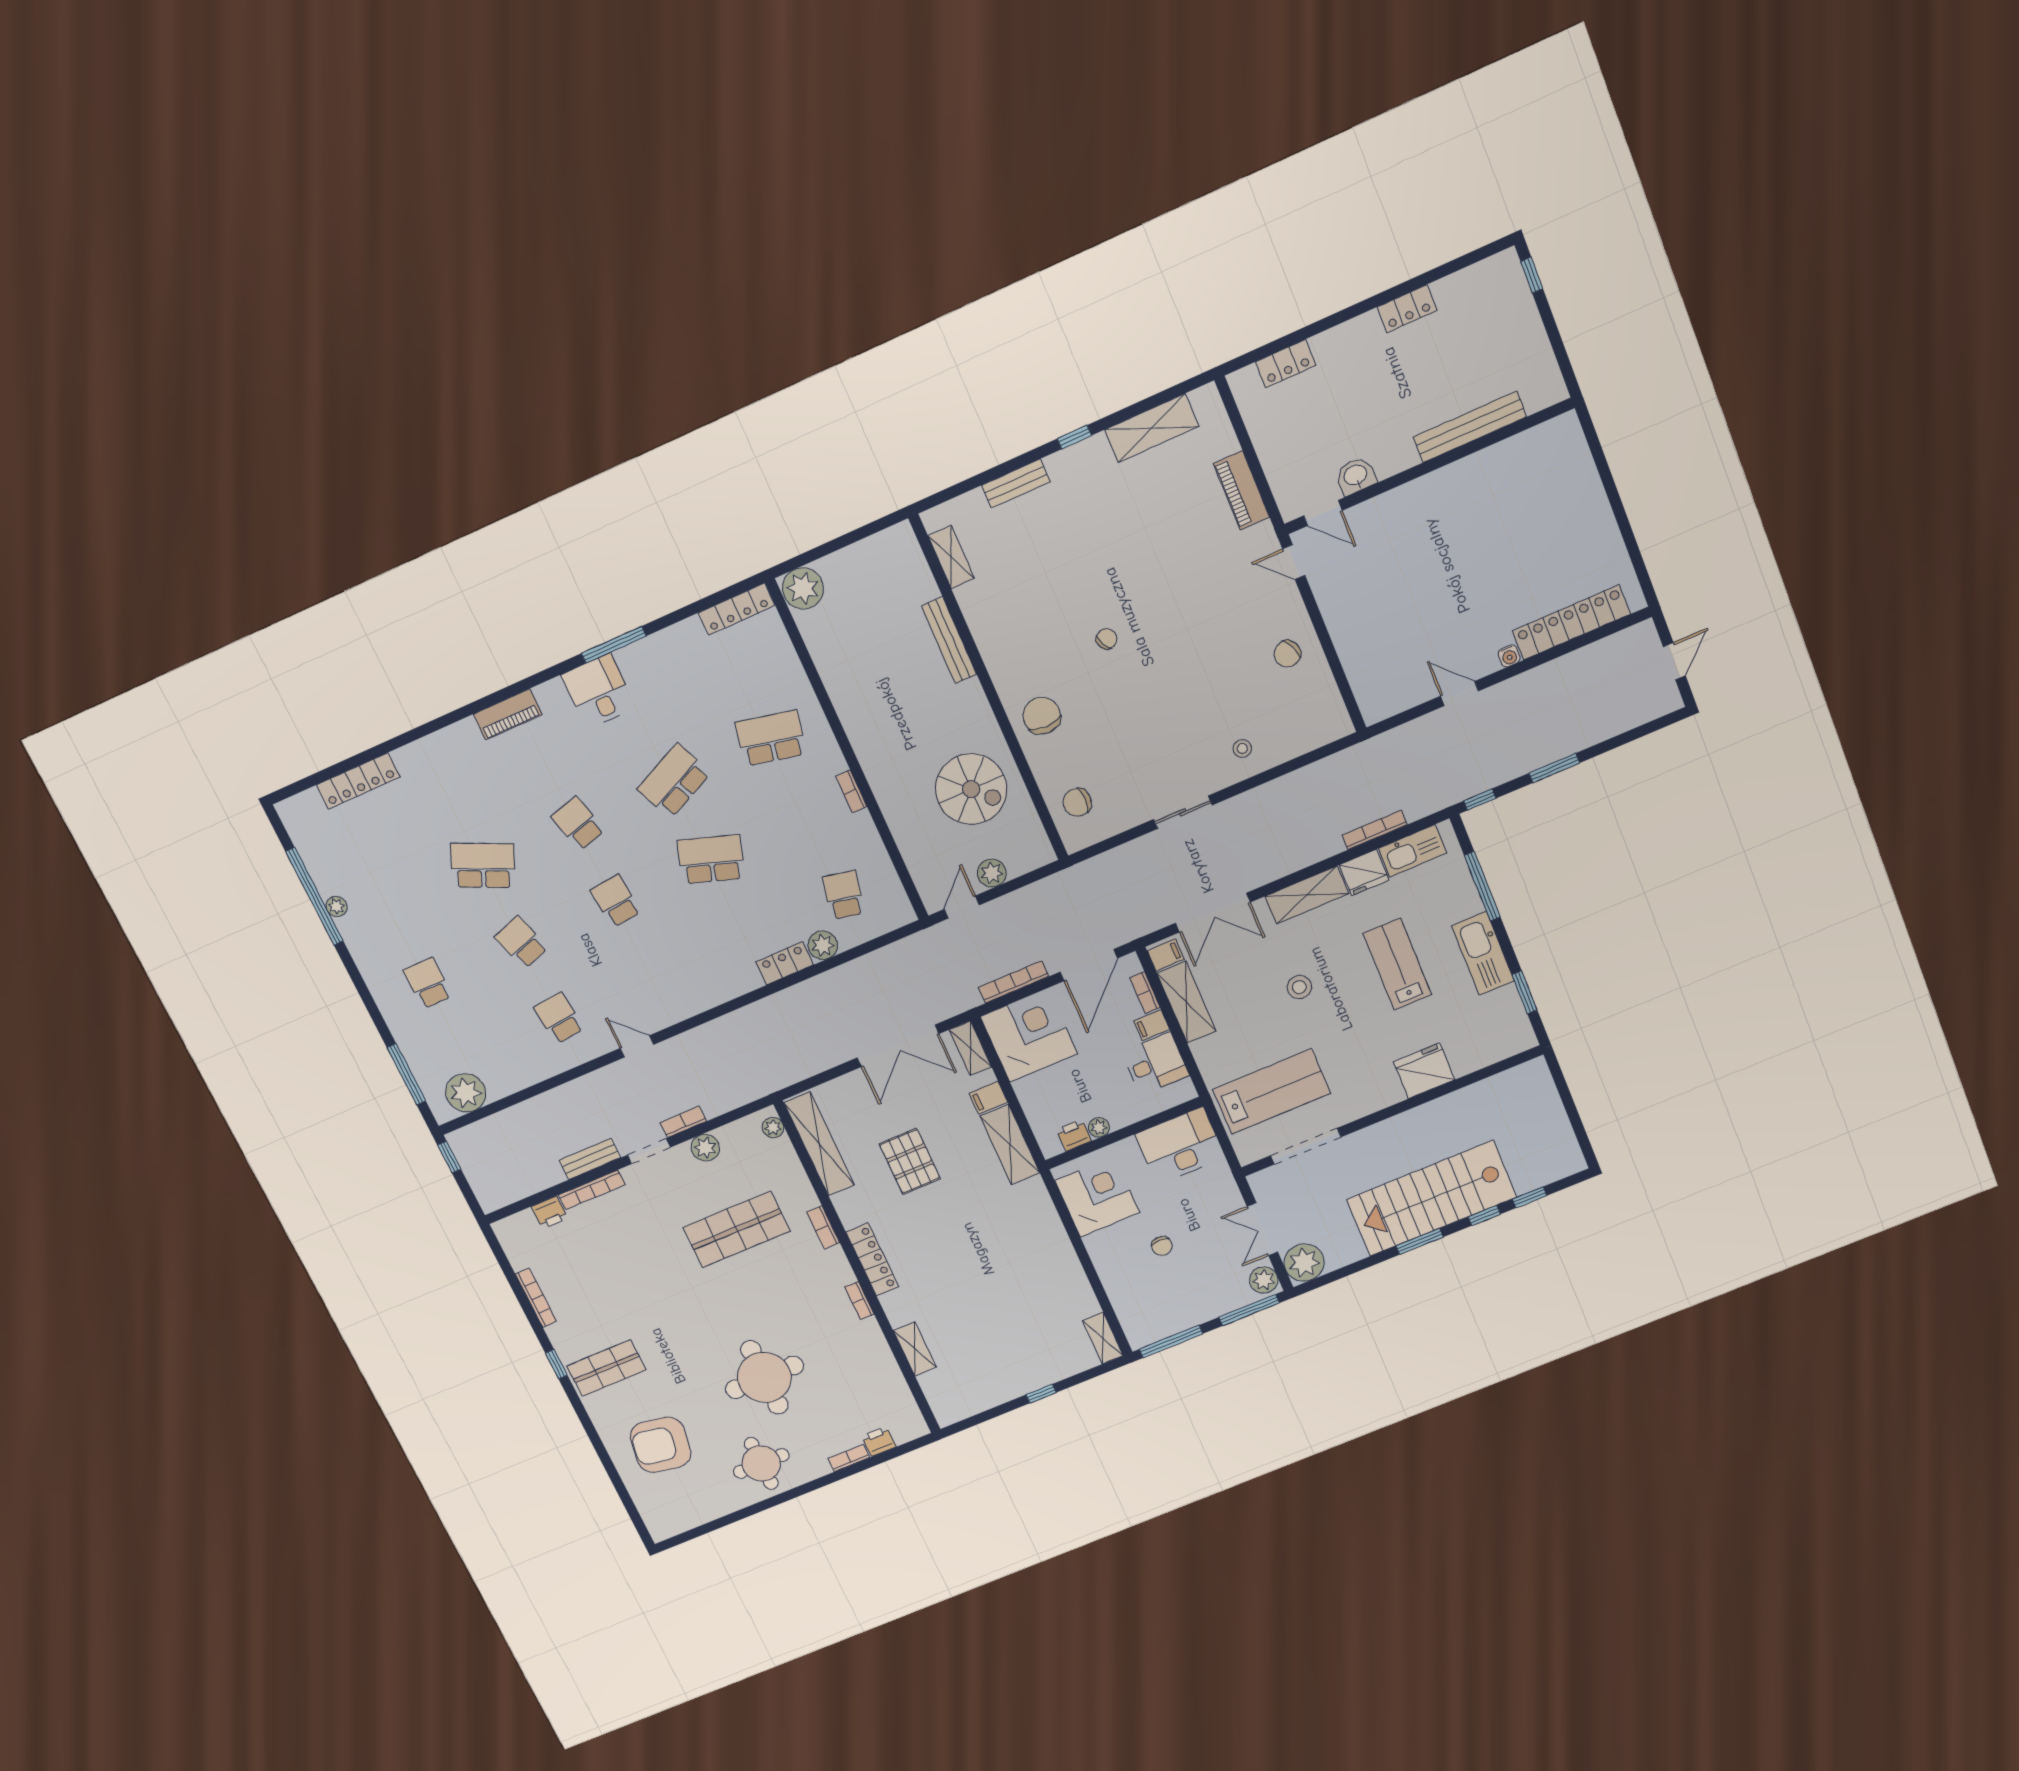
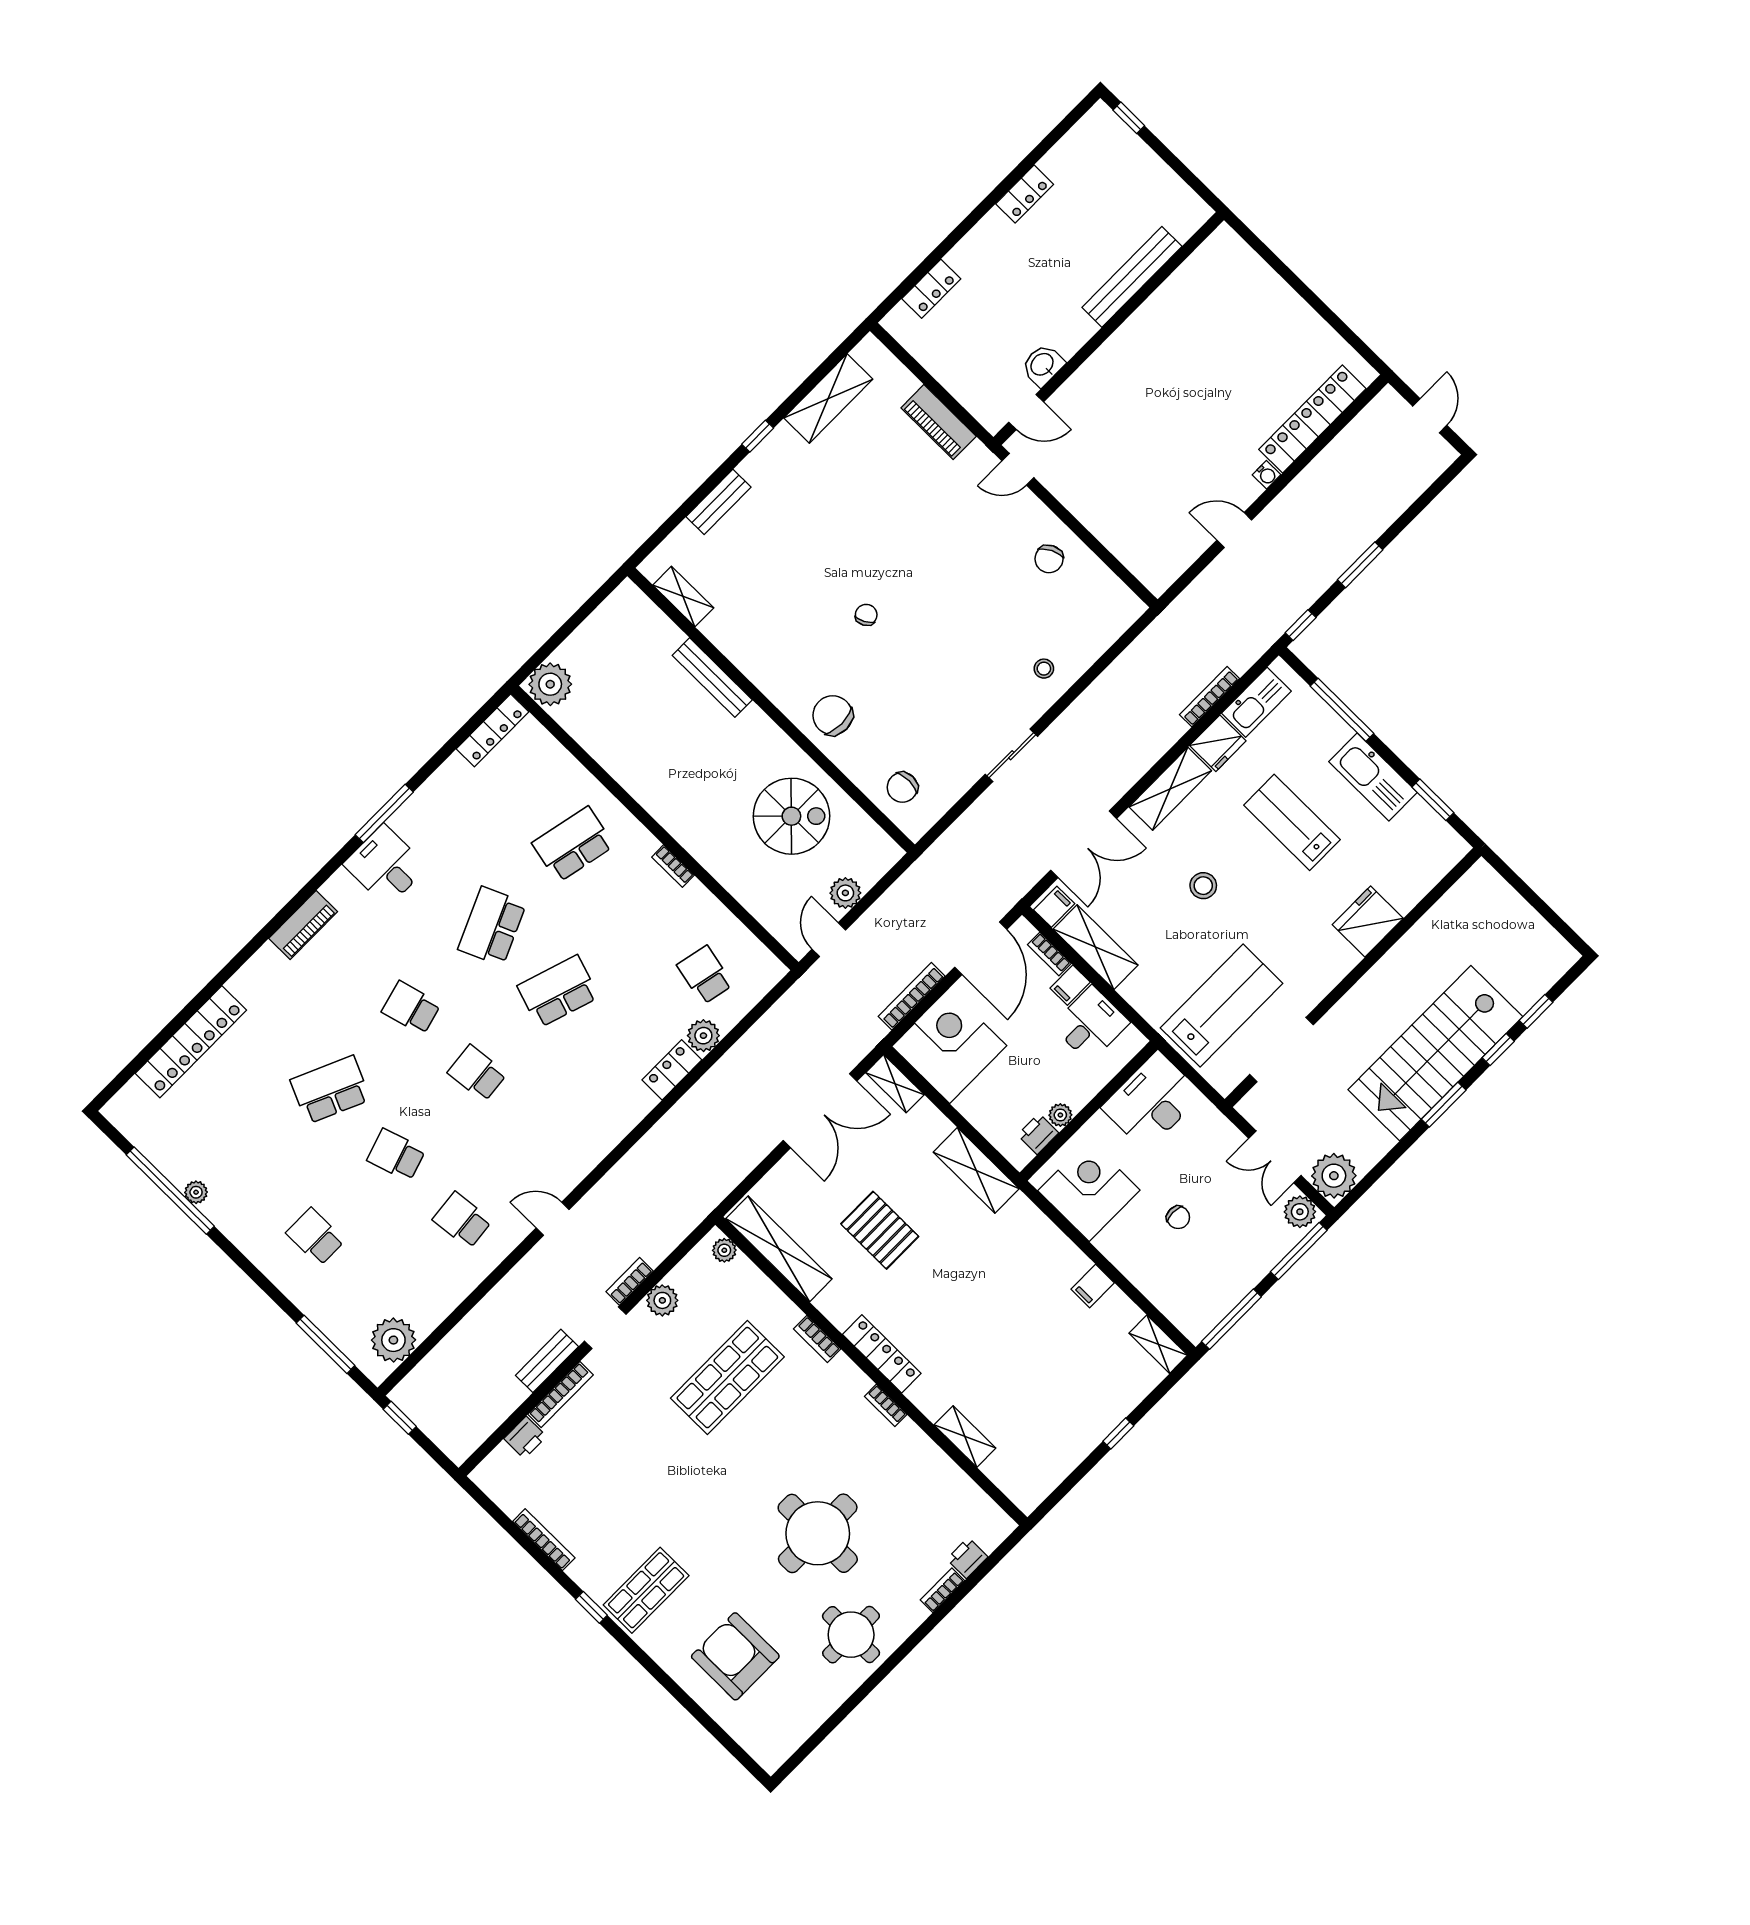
locker: (358, 781) -> (191, 1042), width x1.41, depth x1.21
filing cabinet: (988, 1098) -> (1093, 1286), moved
armchair: (661, 1445) -> (735, 1656), turned 80

